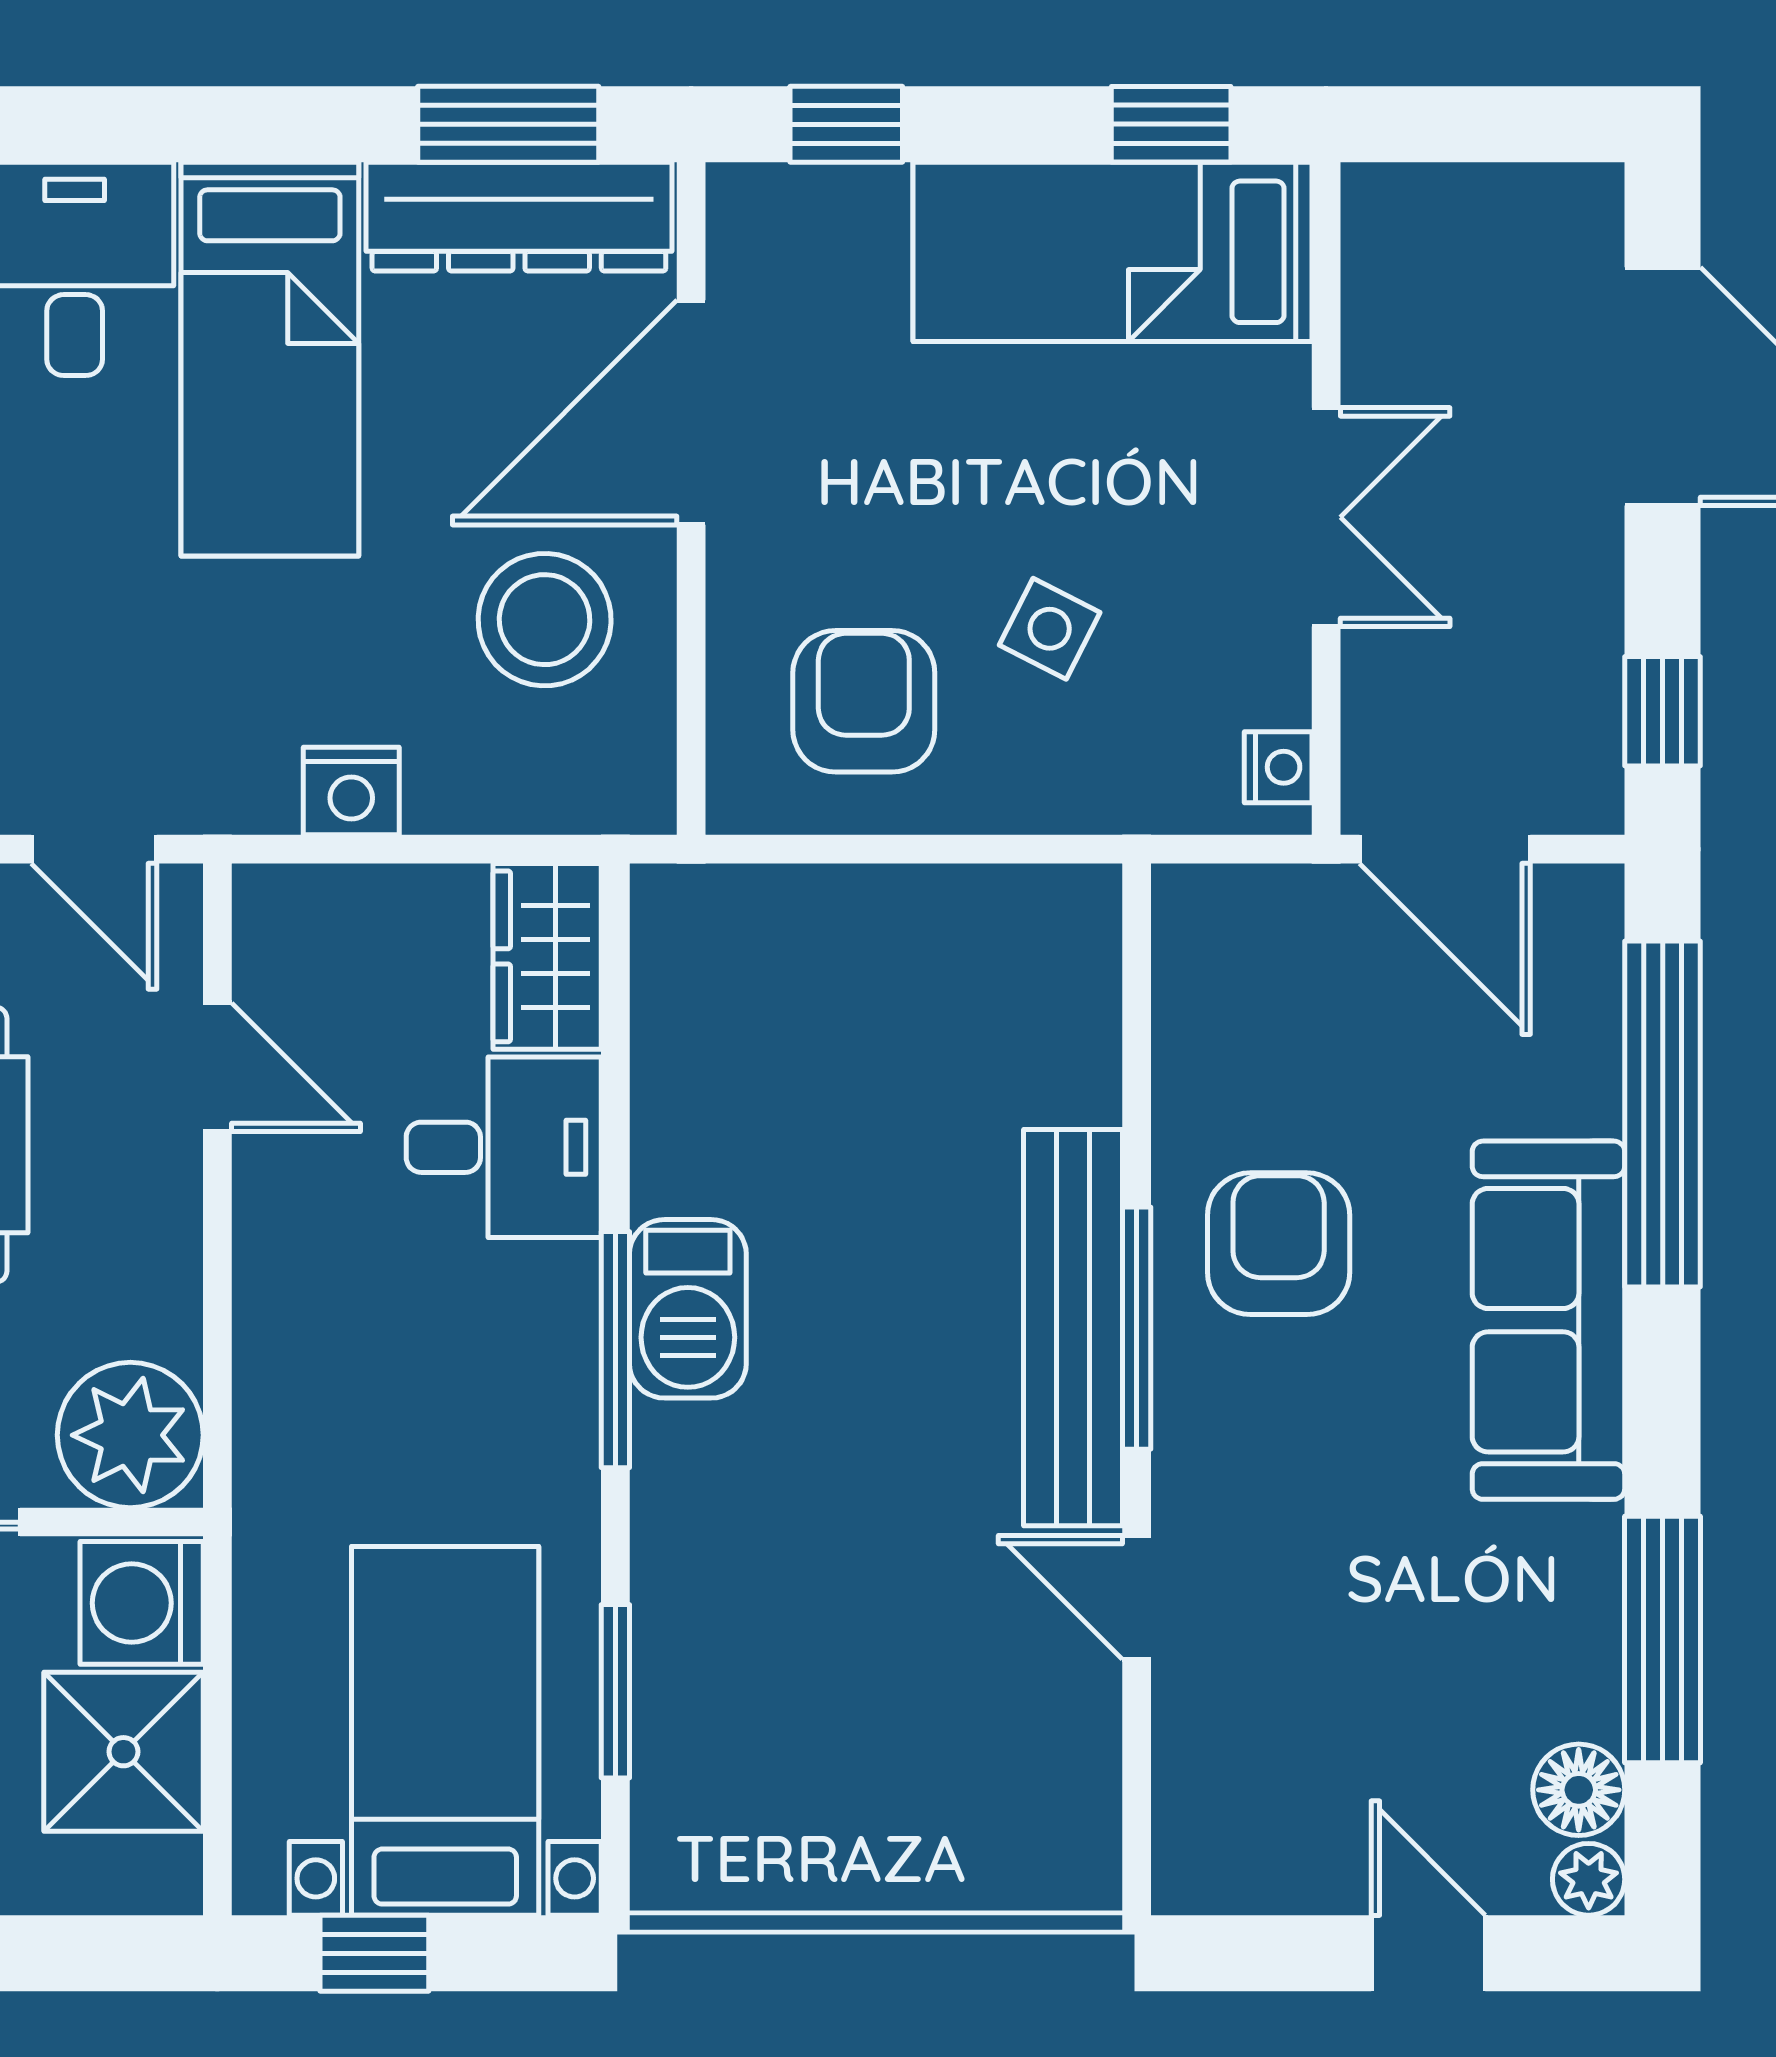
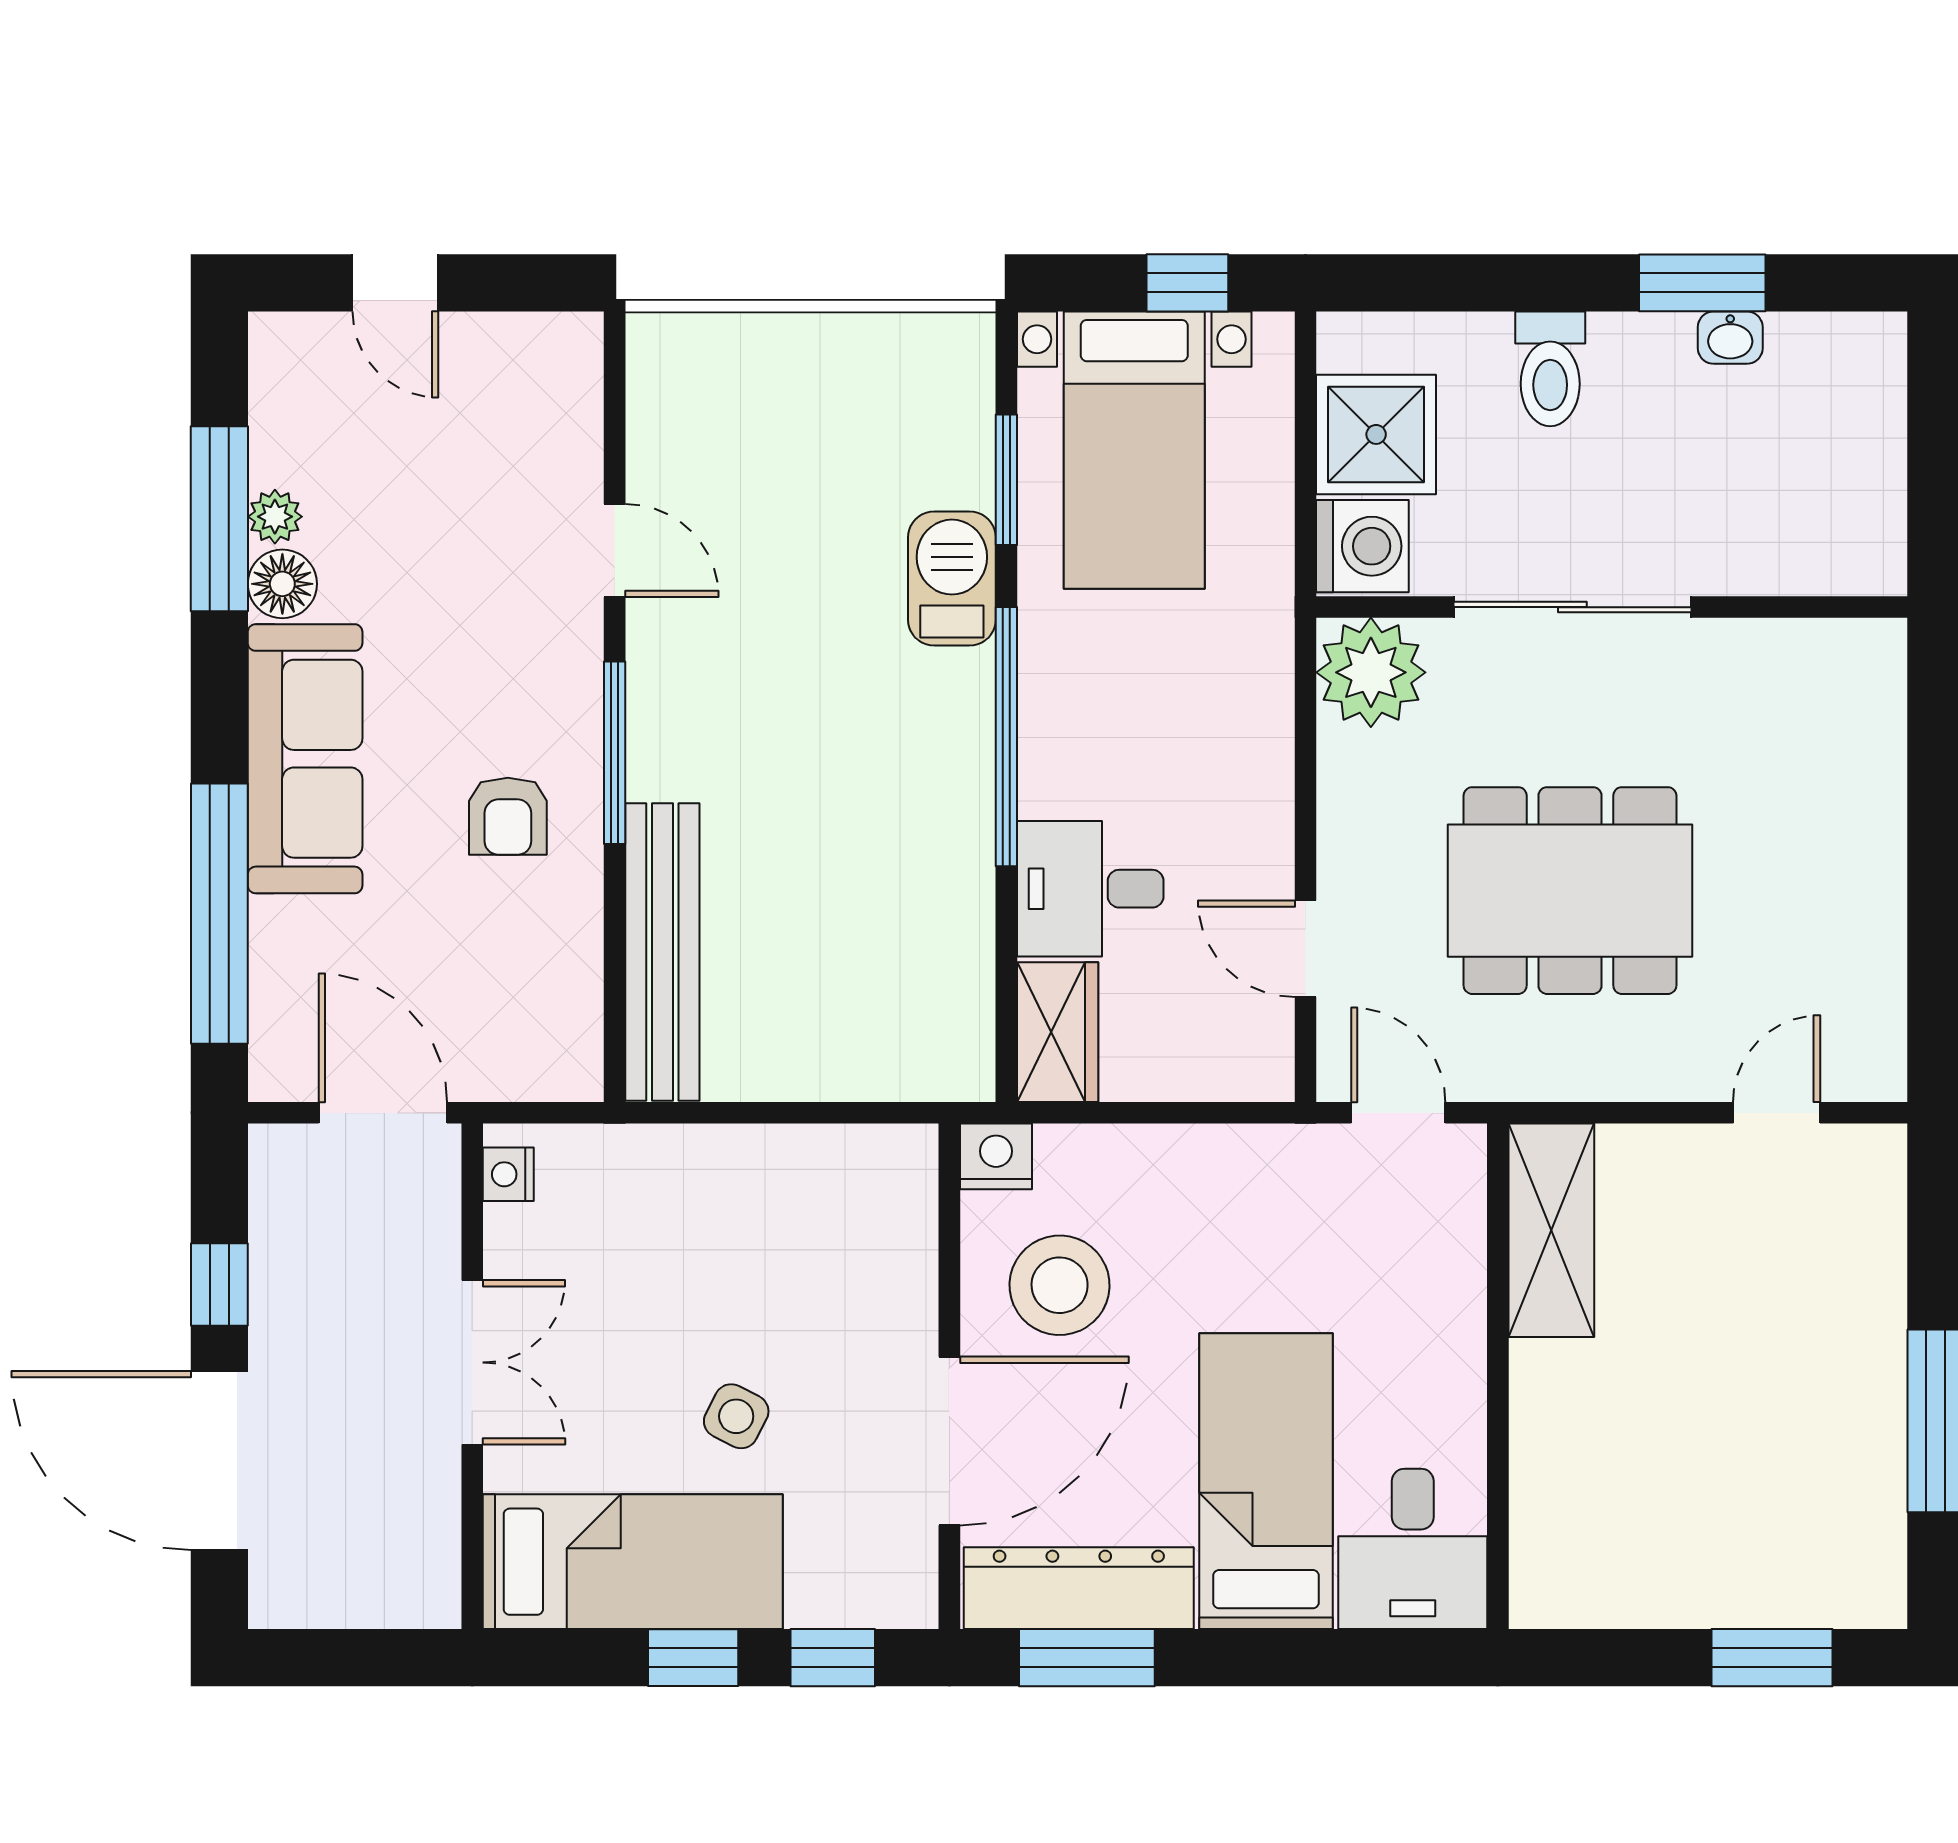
window: (1171, 124) -> (693, 1658), moved
double door: (1326, 517) -> (472, 1362), swing flipped
side table: (1050, 629) -> (736, 1416), moved
armchair: (864, 701) -> (820, 1224), removed
window: (1663, 711) -> (219, 1285), moved
nightstand: (351, 791) -> (996, 1156), moved
armchair: (1279, 1244) -> (508, 816), width x0.72, depth x0.72
barbecue: (688, 1309) -> (952, 579), moved
bench: (1073, 1328) -> (662, 952), moved
window: (615, 1350) -> (1006, 737), width x1.46
floor lamp: (1579, 1790) -> (282, 584), moved
plant: (1589, 1879) -> (275, 517), moved

